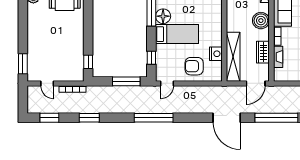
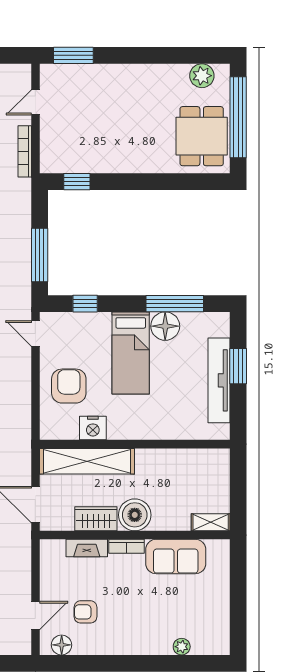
boiler: (261, 21) -> (135, 515), moved

